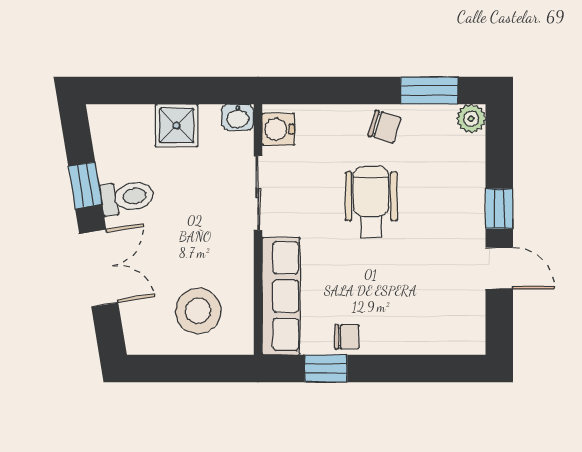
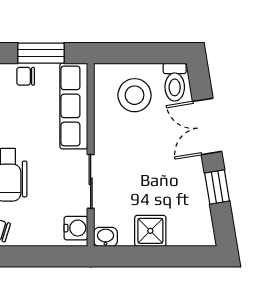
toilet: (127, 197) -> (175, 82), moved, turned -81
window: (326, 368) -> (41, 53), width x1.50

